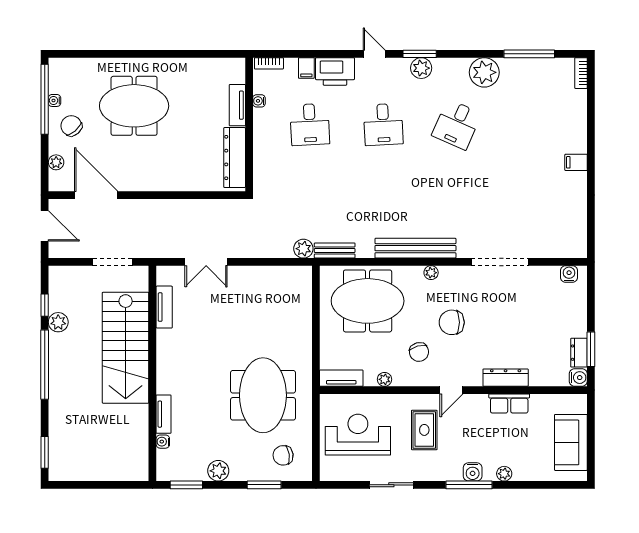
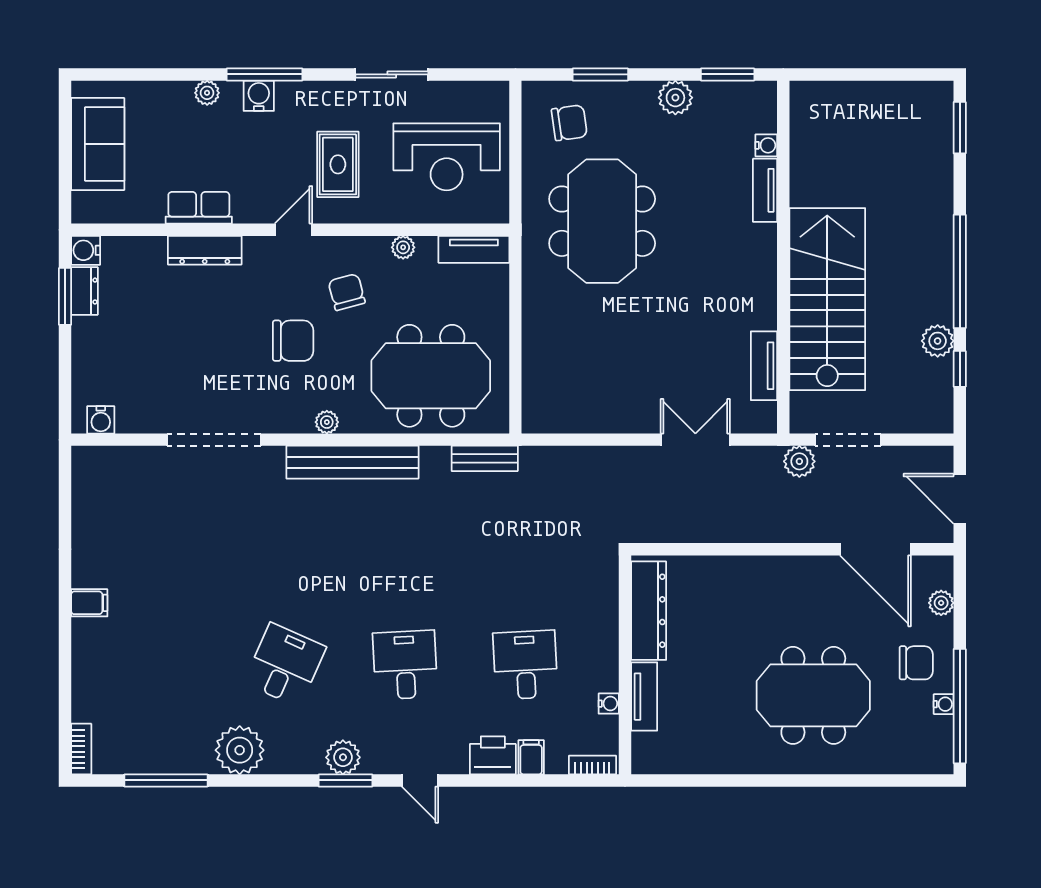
printer: (335, 71) -> (493, 755), width x0.73, depth x0.84
chair: (71, 126) -> (916, 663), turned -49
plant: (303, 249) -> (799, 461), moved

